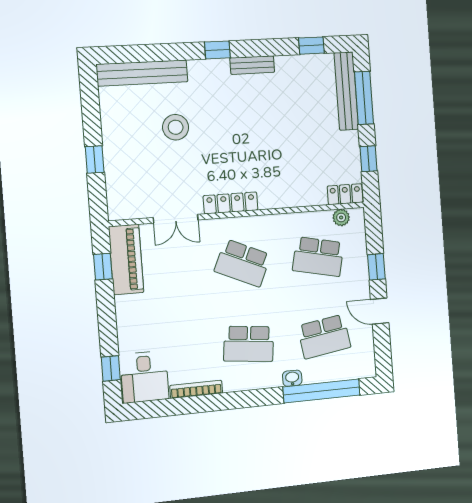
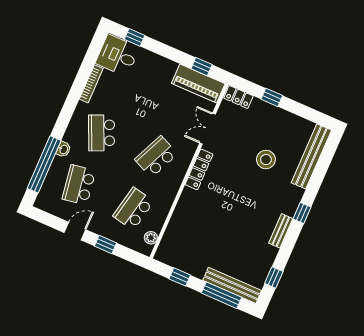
locker: (345, 194) -> (238, 97), moved, turned 90
school desk: (249, 344) -> (102, 133), turned -30

